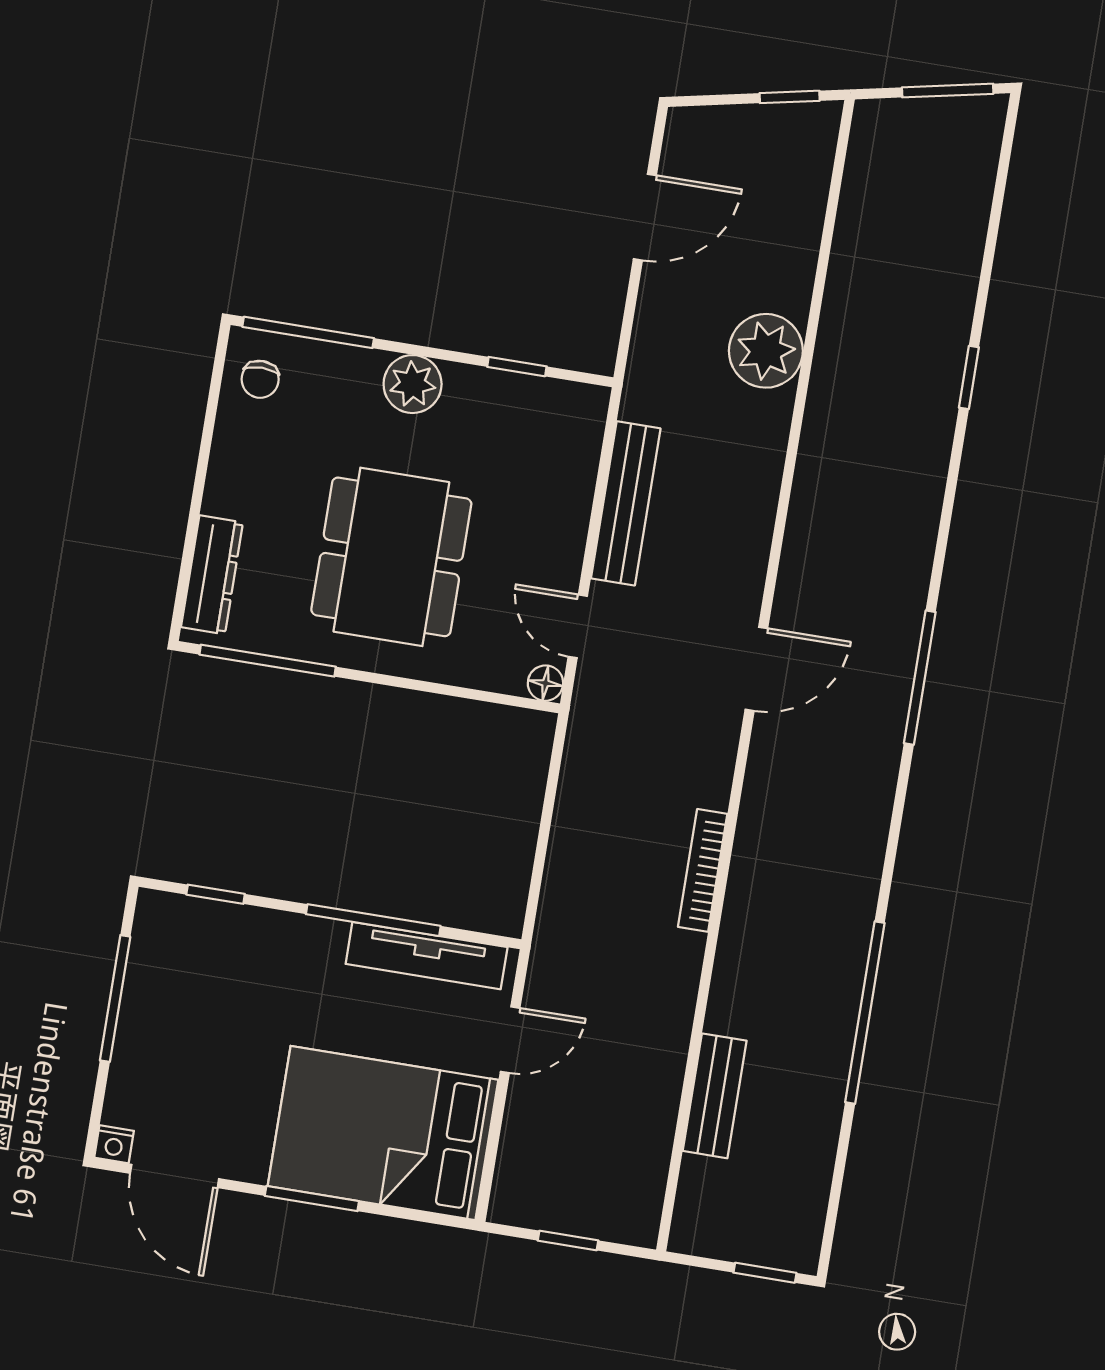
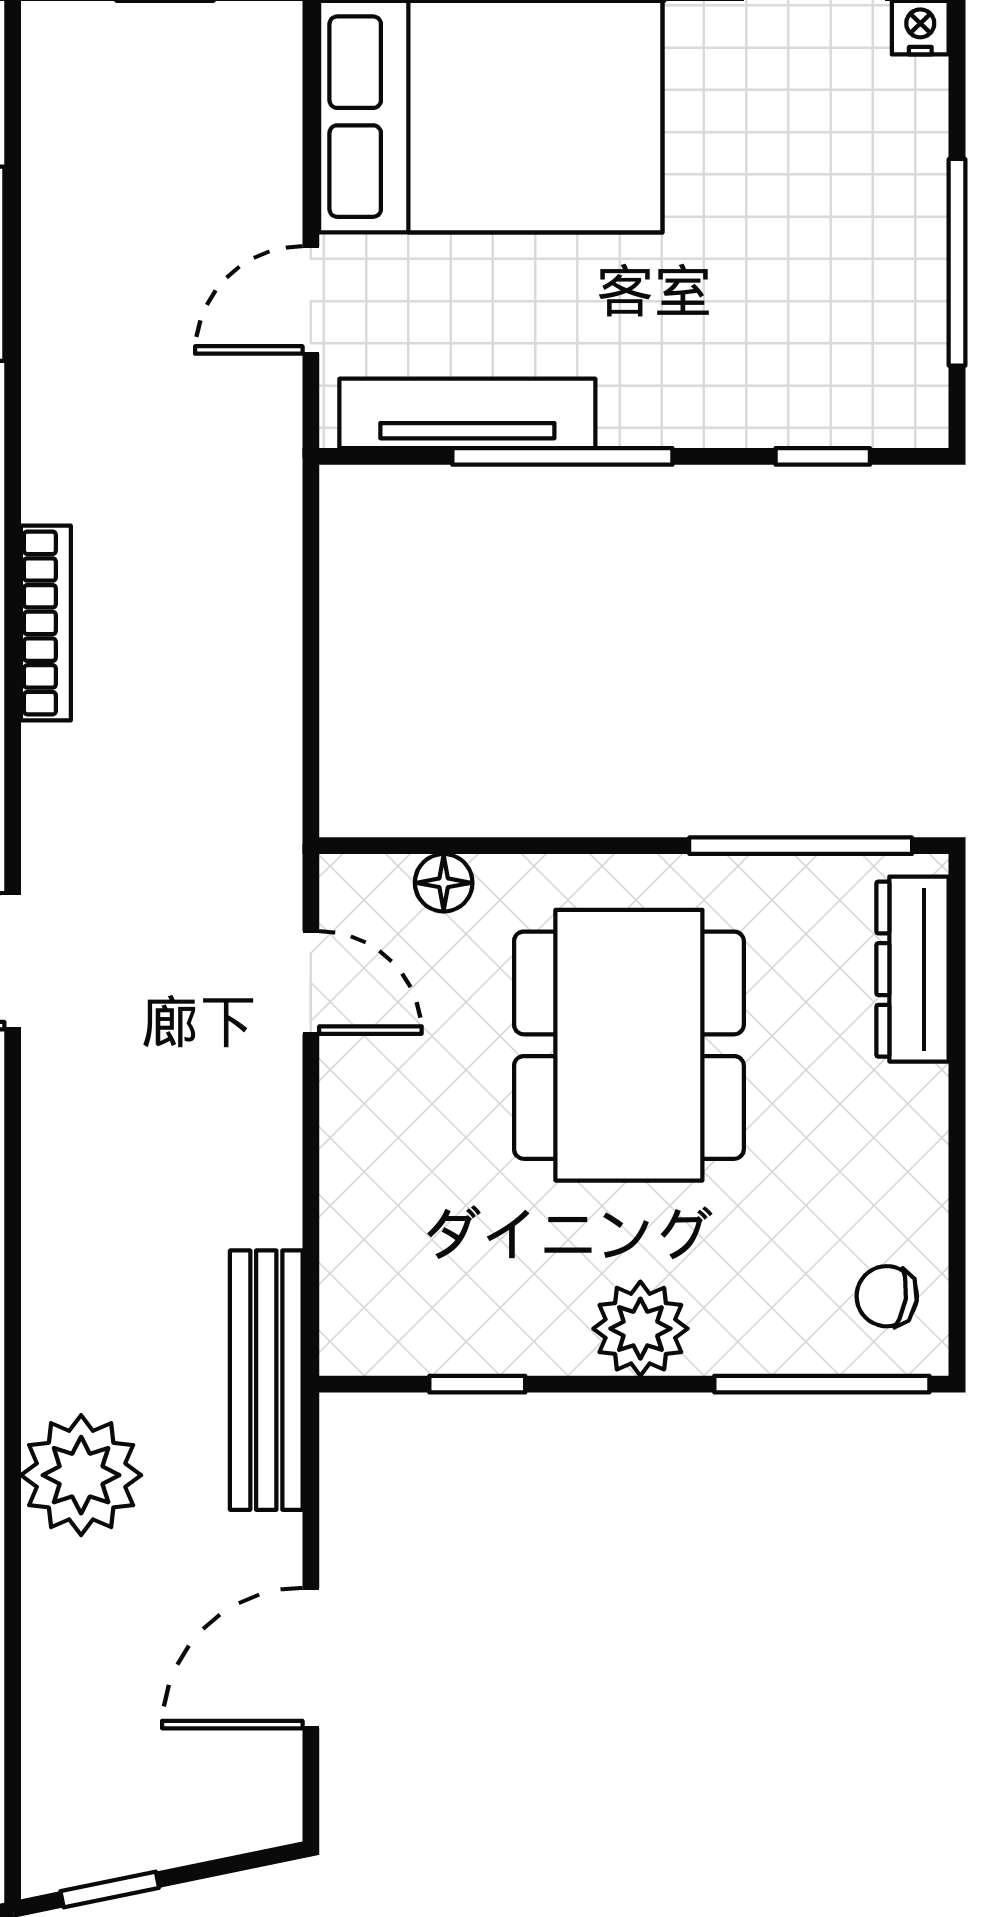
chair: (260, 379) -> (887, 1296), turned -82
bench: (626, 503) -> (266, 1380), moved
floor lamp: (545, 683) -> (444, 883), moved

